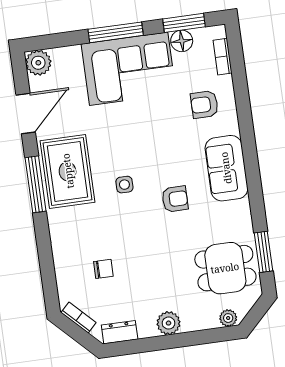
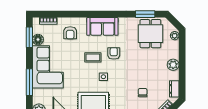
window: (116, 32) -> (29, 82), moved
coffee table: (161, 158) -> (93, 57), added

